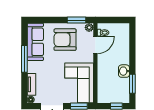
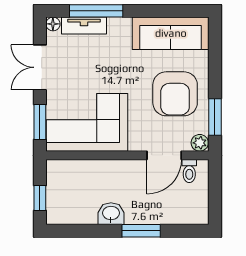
armchair: (65, 40) -> (175, 94), turned 180
door: (95, 45) -> (164, 155), hinge flipped
window: (24, 59) -> (96, 11), moved
window: (132, 84) -> (141, 231), moved

